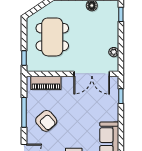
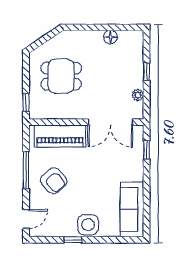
window: (121, 14) -> (147, 72), moved
dining table: (52, 37) -> (61, 76), width x0.73
piano: (46, 83) -> (60, 136), width x1.37, depth x1.33

